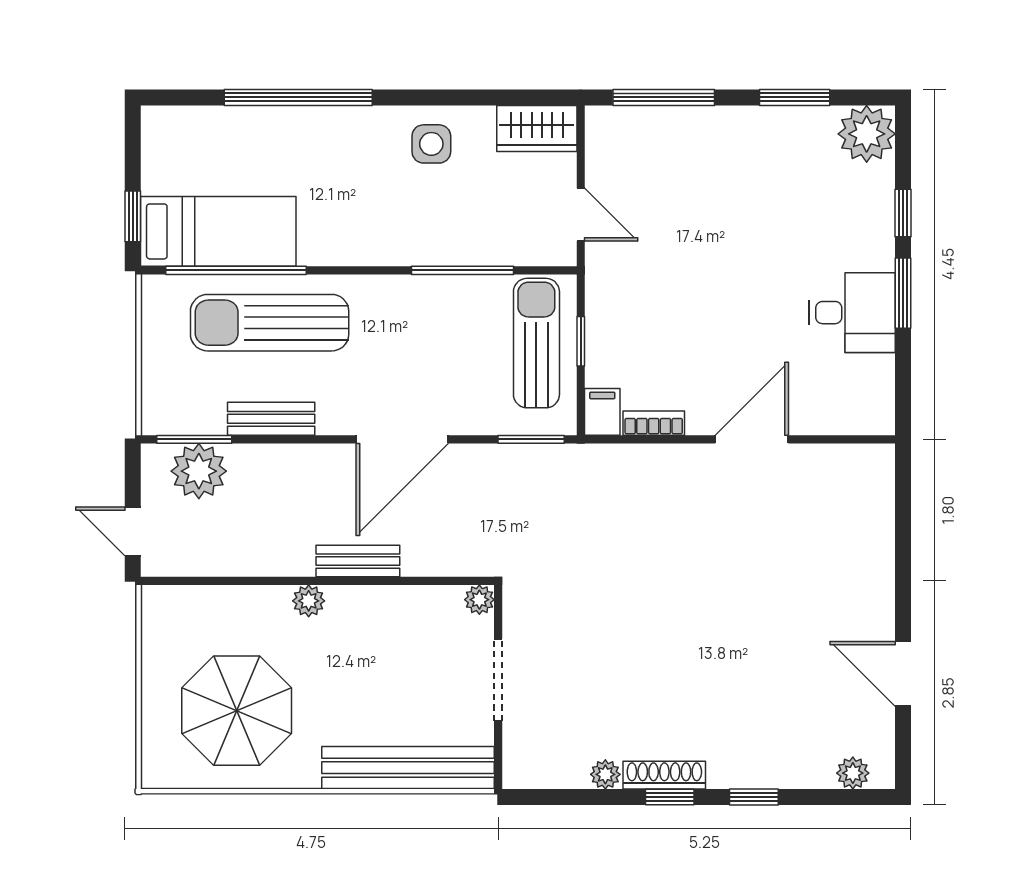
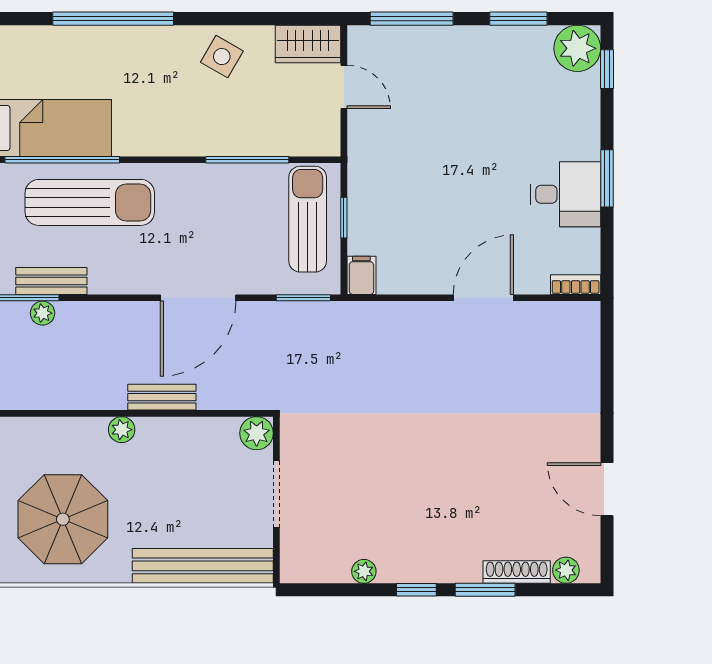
side table: (431, 144) -> (222, 57), turned 30
window: (903, 213) -> (607, 69), moved
door: (581, 215) -> (344, 87), moved
sun lounger: (270, 323) -> (90, 202), turned 180
bench: (271, 419) -> (51, 281), moved
bookcase: (654, 423) -> (576, 285), moved
plant: (199, 471) -> (43, 313), width x0.53, depth x0.53
plant: (479, 600) -> (257, 433), width x1.38, depth x1.38
shoe rack: (664, 775) -> (517, 572), moved
window: (754, 797) -> (485, 590), width x1.50

